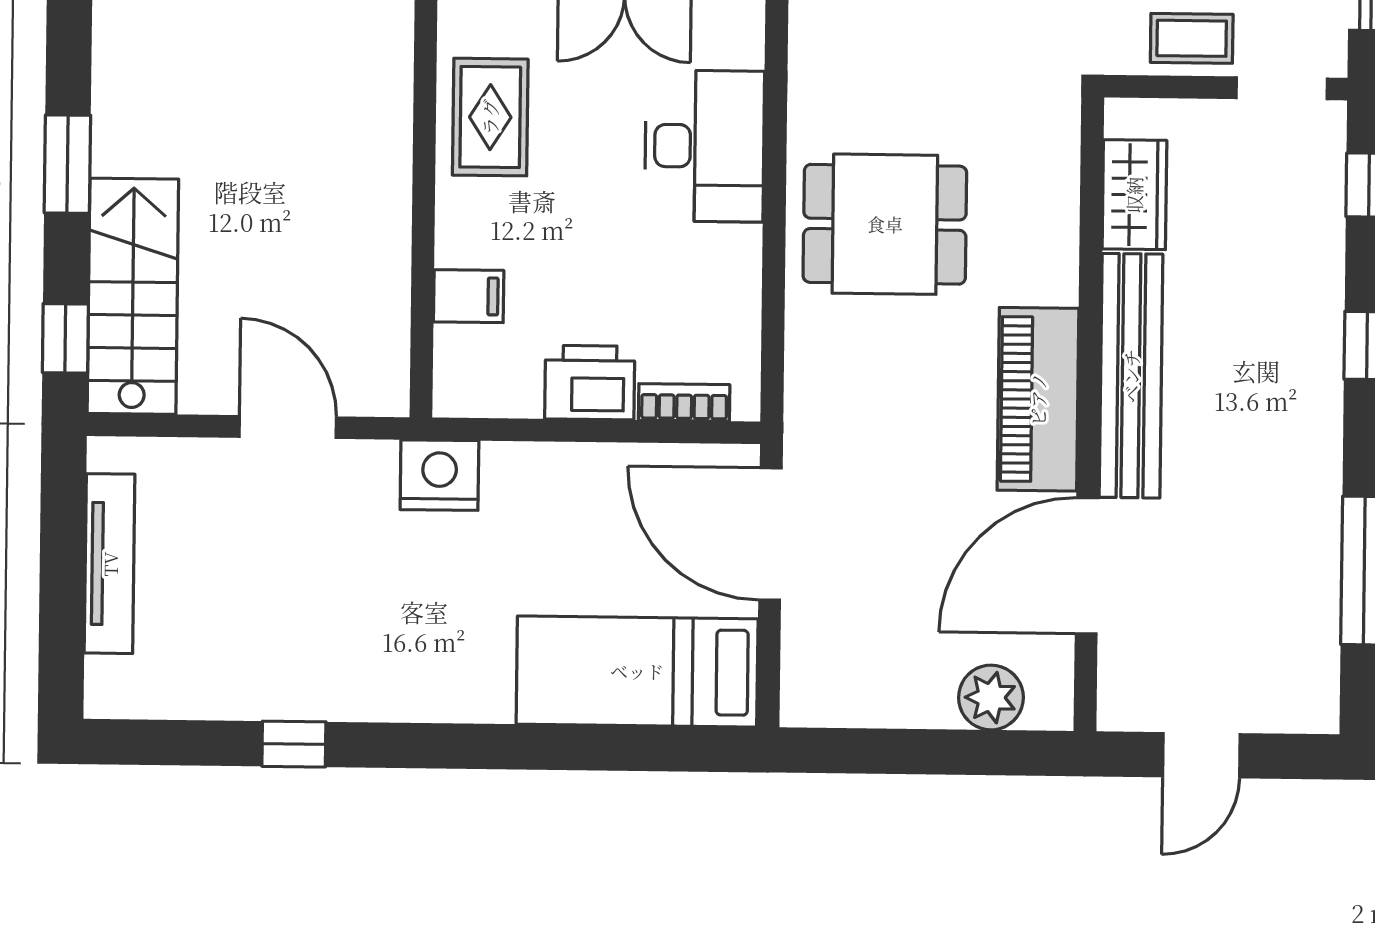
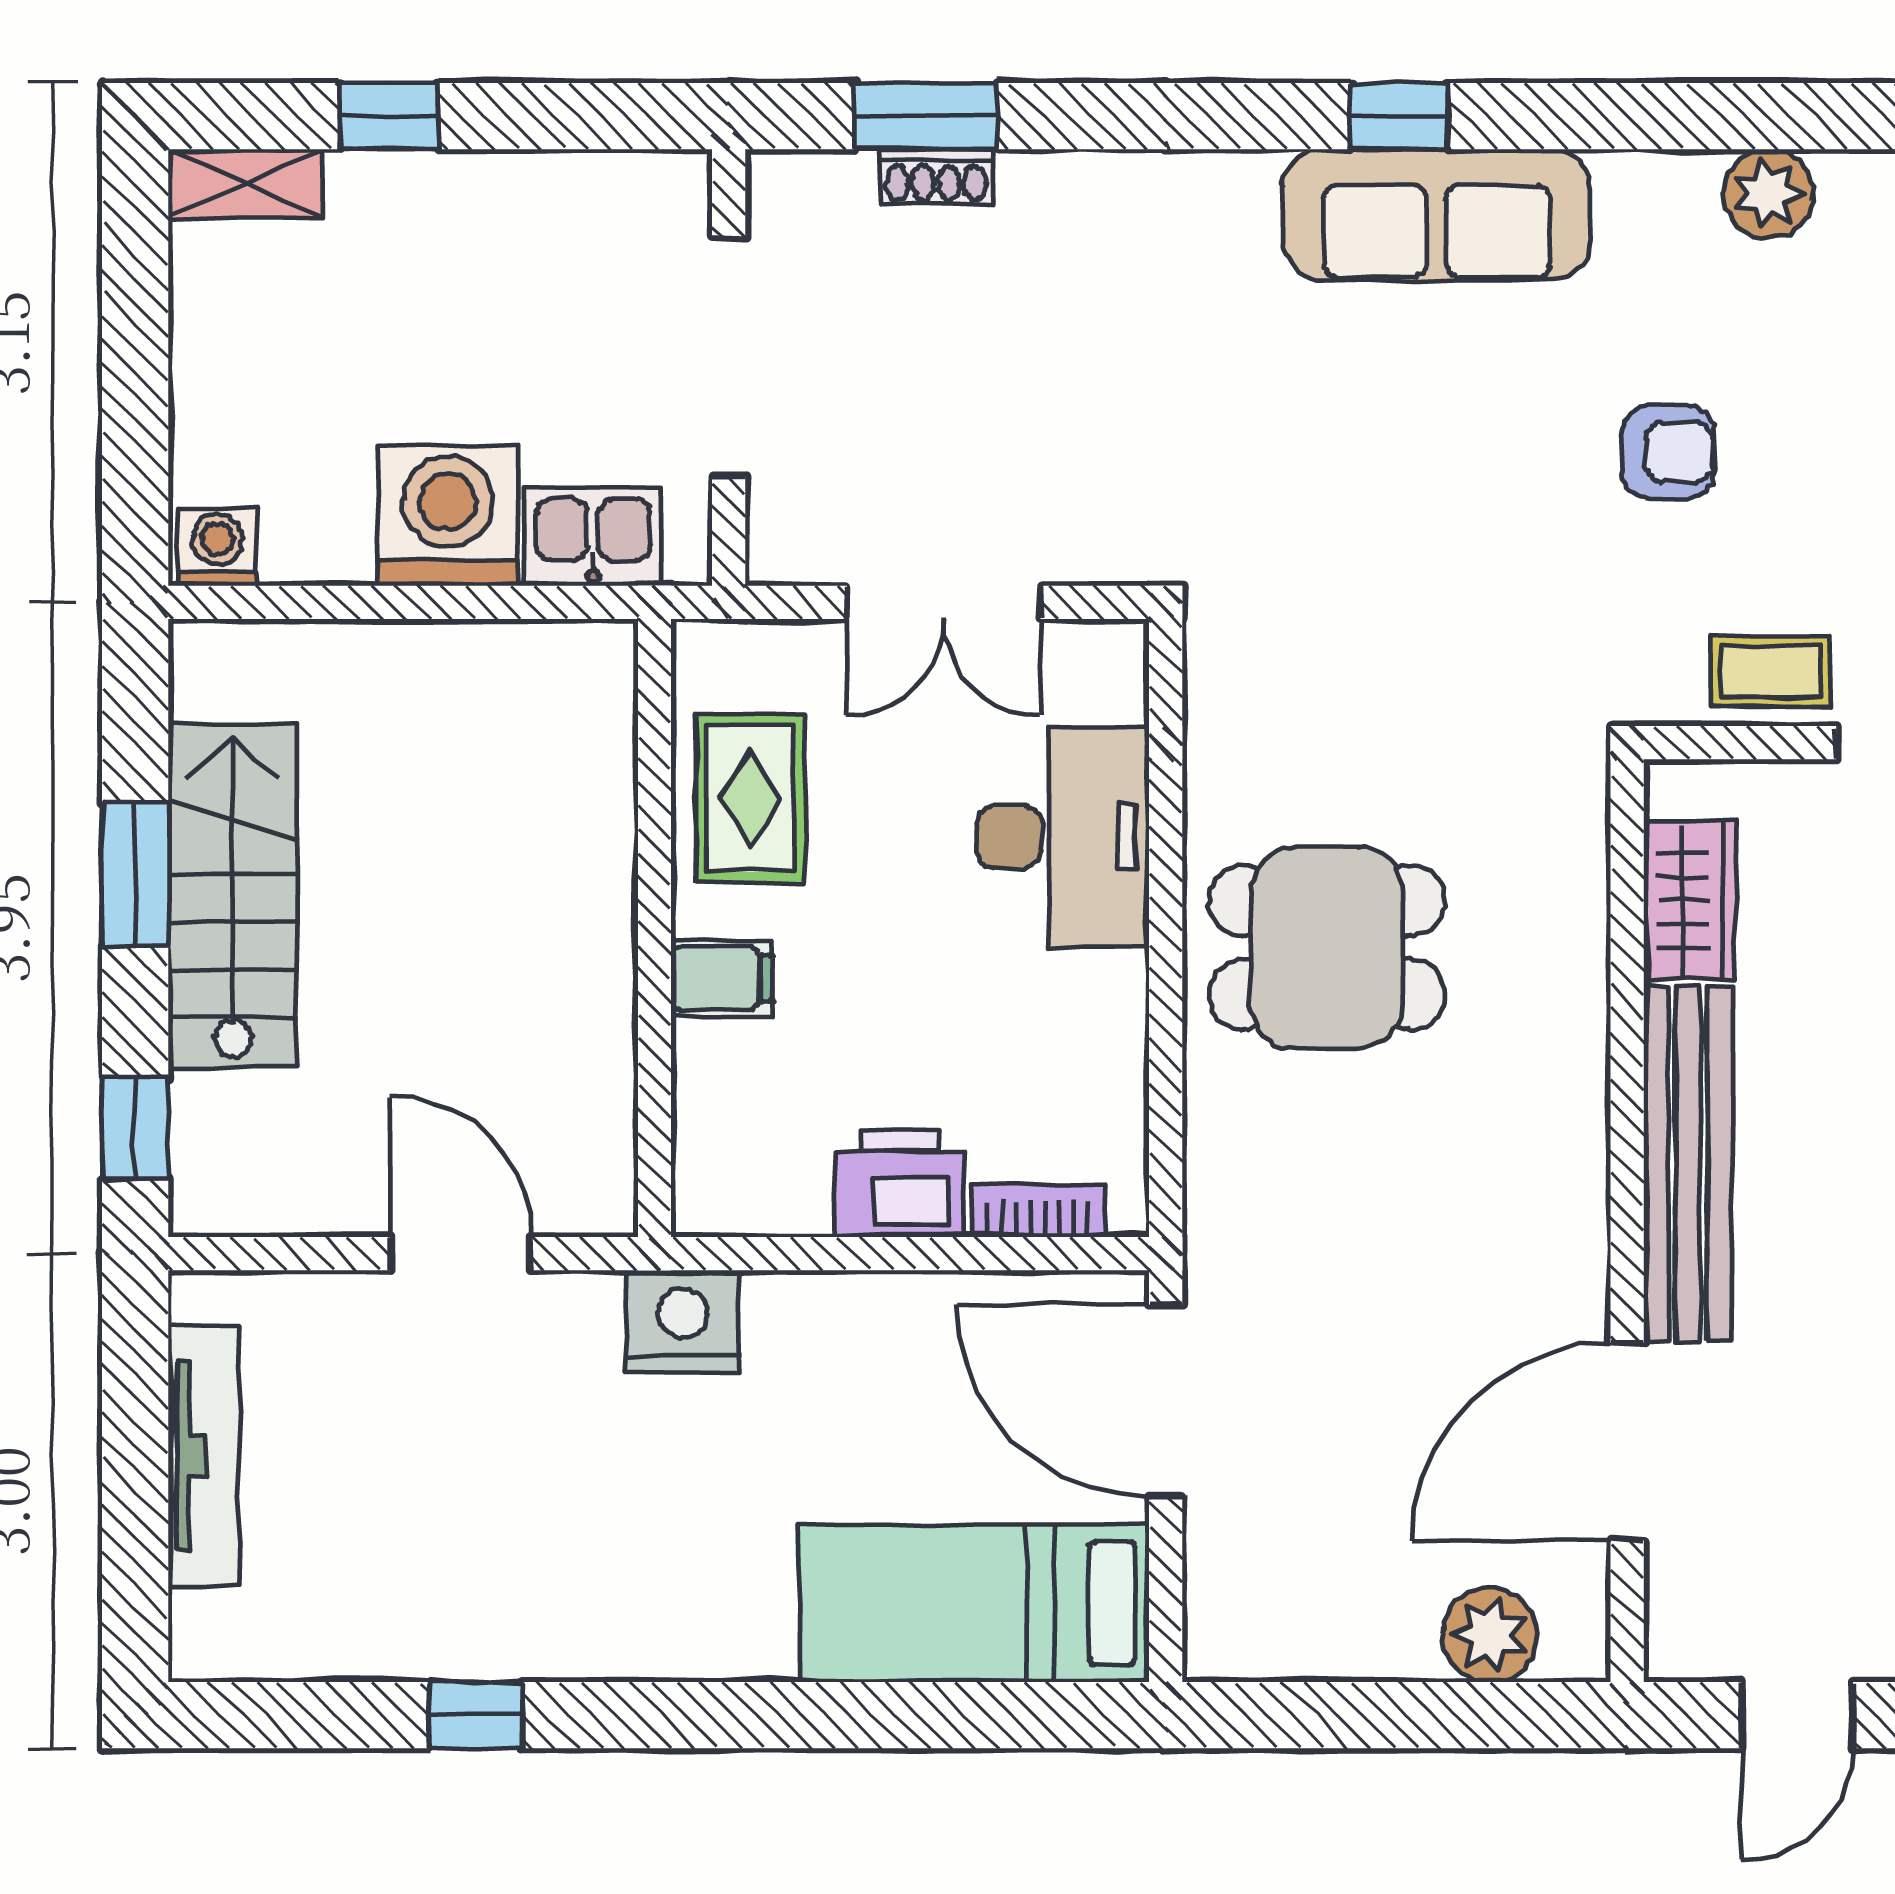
stairs: (133, 296) -> (233, 895), moved
filing cabinet: (469, 296) -> (722, 978), moved
piano: (1038, 399) -> (1553, 1200), removed

